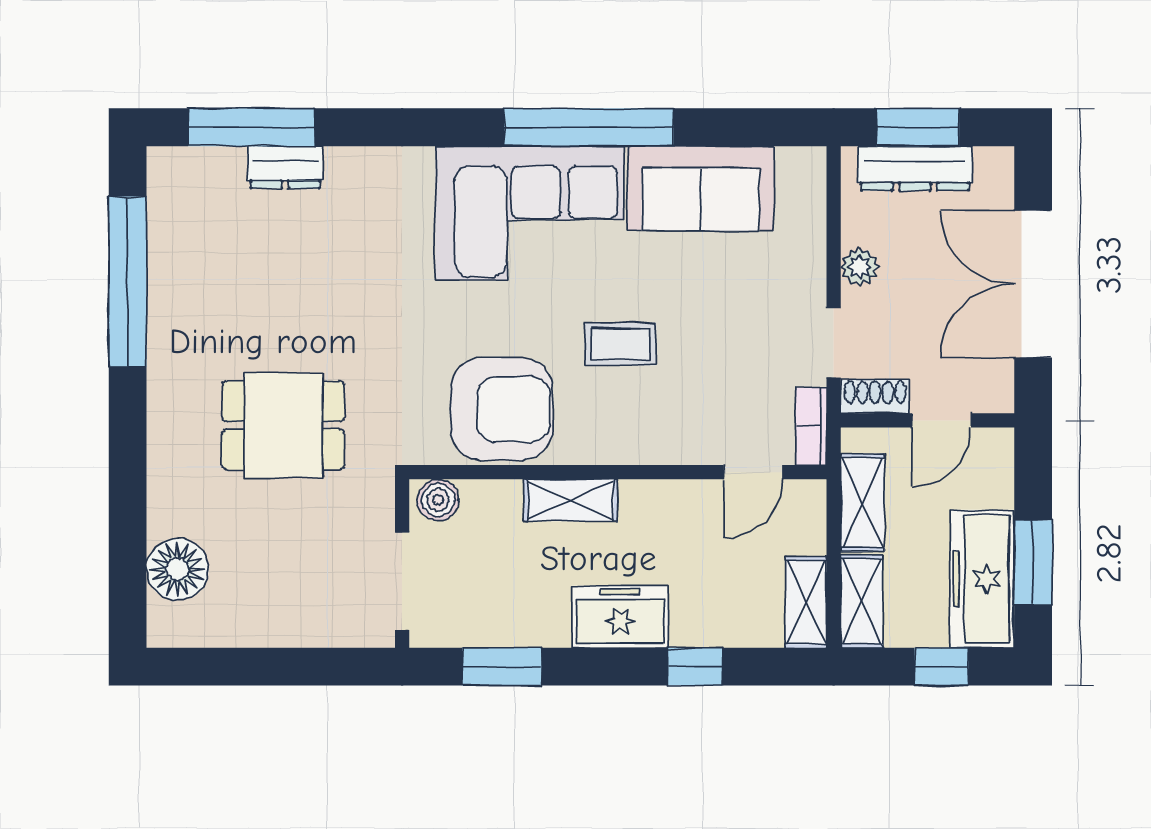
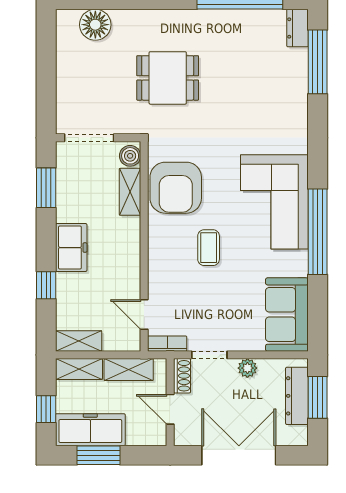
dresser: (285, 167) -> (298, 28), moved
sofa: (701, 188) -> (287, 315), moved
dining table: (283, 425) -> (168, 78), turned 90
shelving: (571, 500) -> (130, 192), moved

